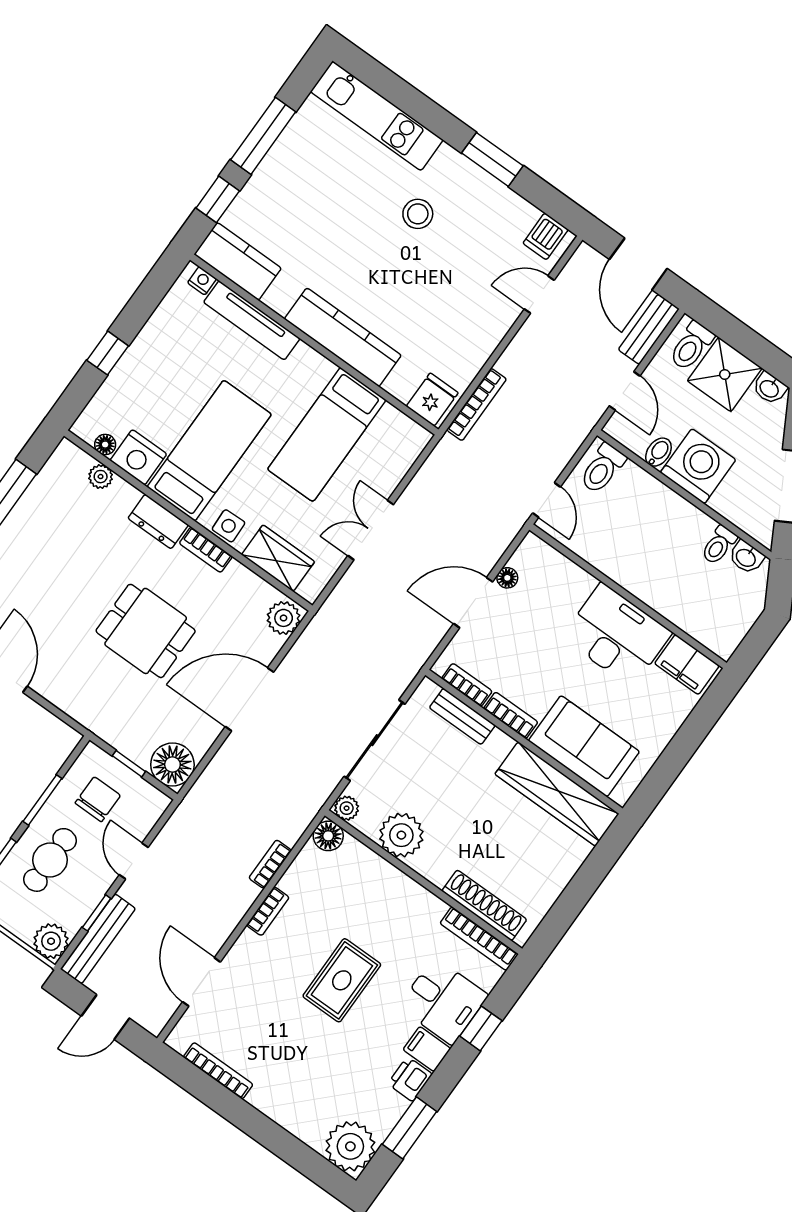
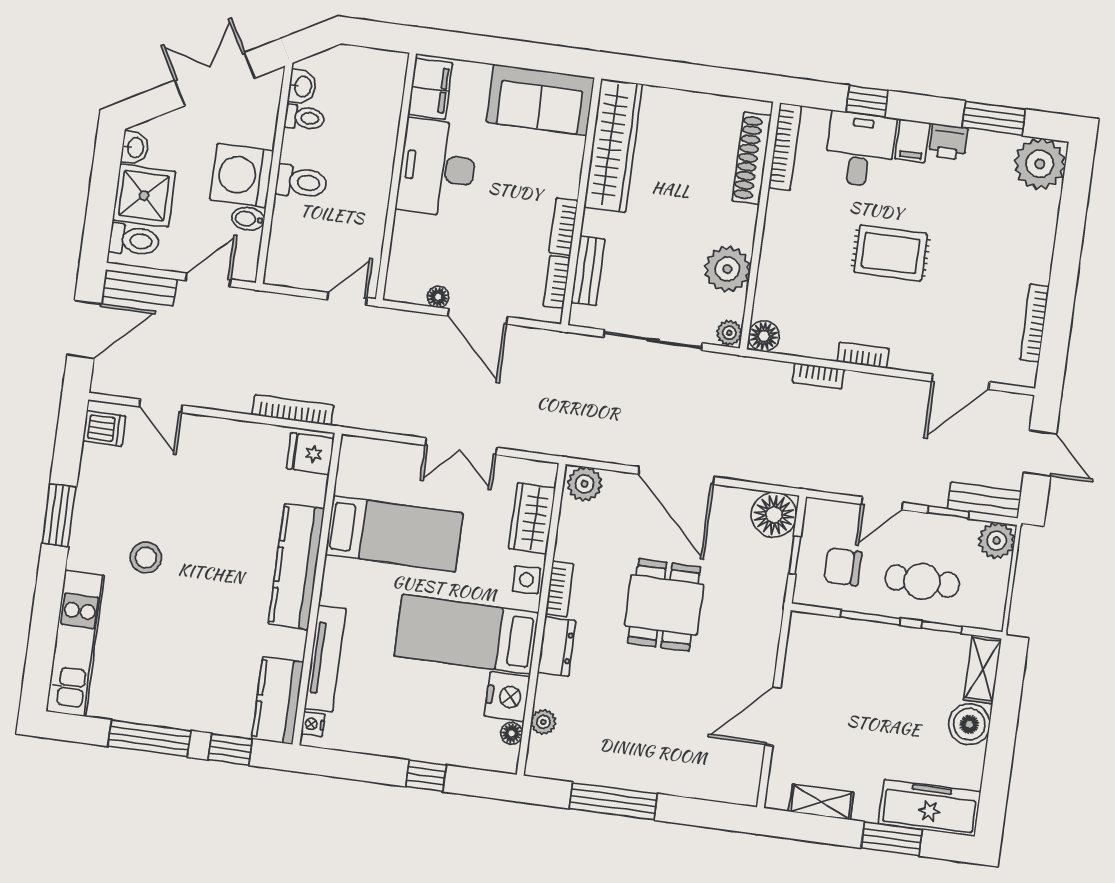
toilet: (602, 468) -> (301, 182), moved
sofa: (584, 746) -> (540, 100), moved, turned -90
bench: (98, 939) -> (984, 500), width x0.73

